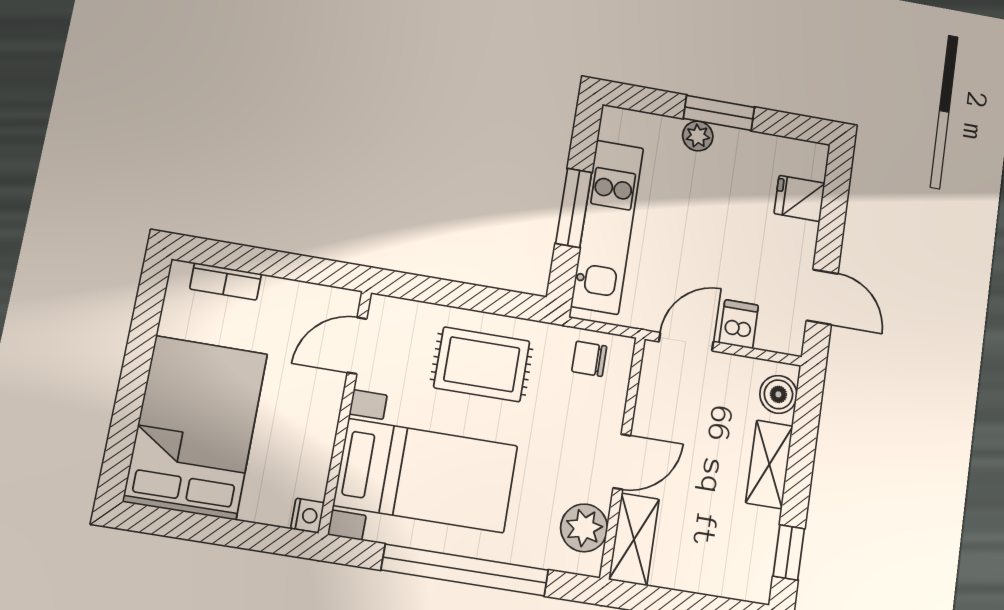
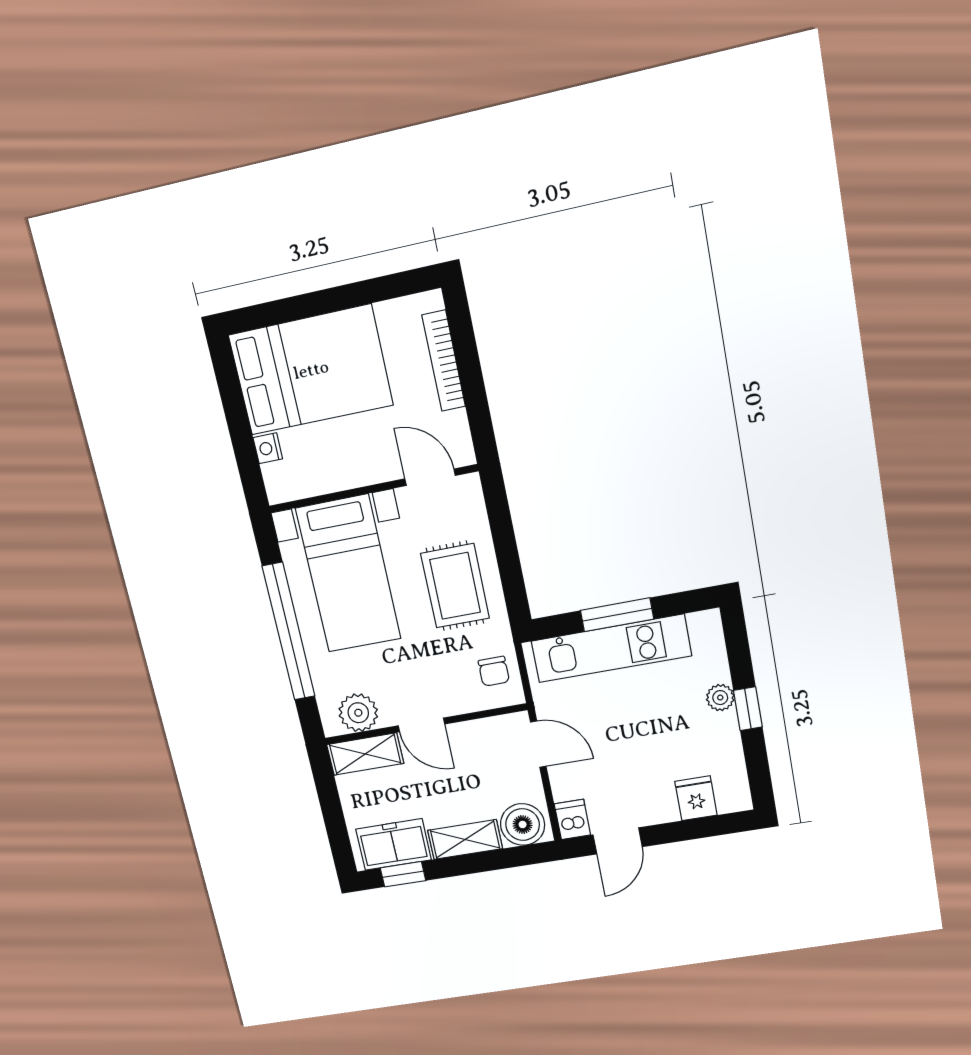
window: (719, 113) -> (748, 709), width x0.67
bookcase: (226, 281) -> (444, 361), width x1.56
dishwasher: (739, 324) -> (572, 819), moved, turned -90
chair: (589, 359) -> (494, 671), turned 180
boiler: (778, 394) -> (523, 825), width x1.36, depth x1.36
nightstand: (307, 515) -> (268, 448), moved, turned 90
freezer: (750, 549) -> (394, 845), added

